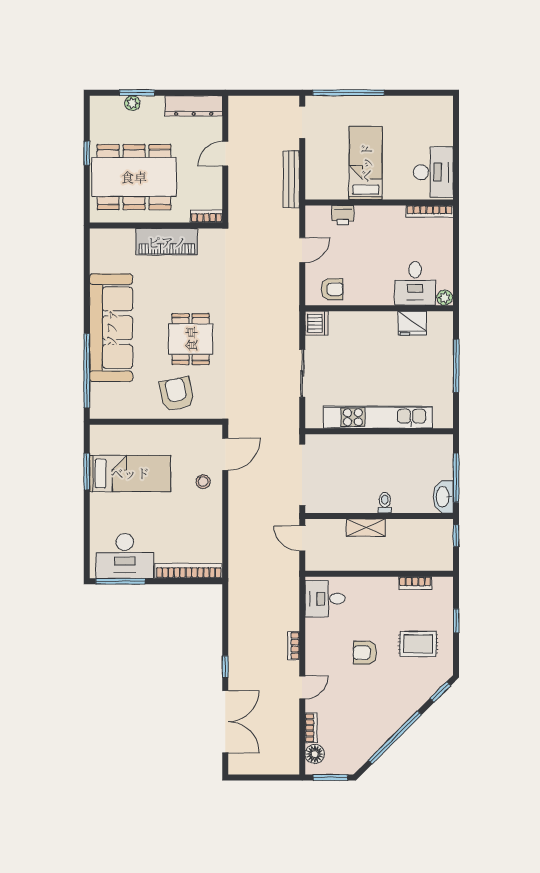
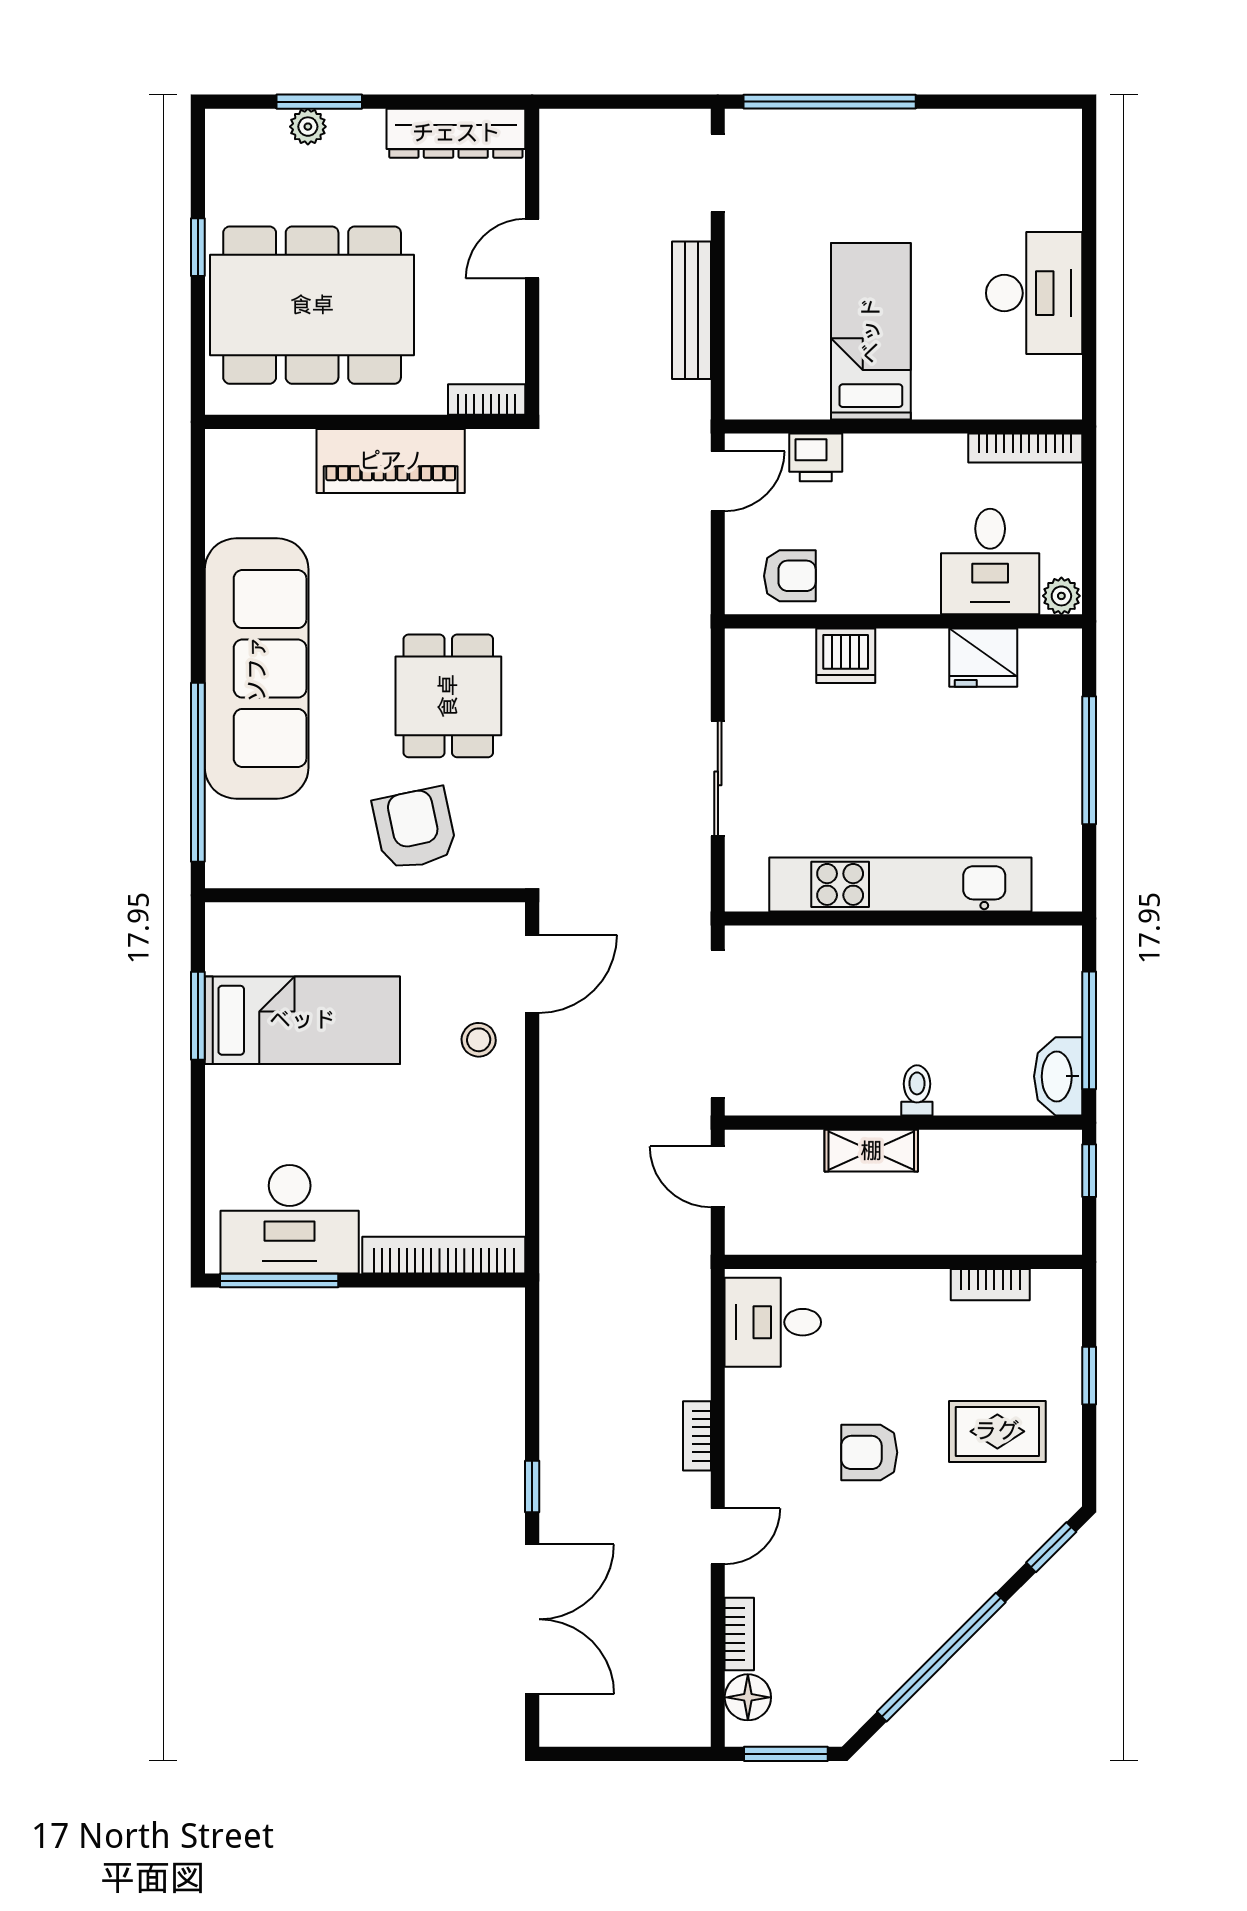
bed: (366, 163) -> (871, 331), moved
wall: (379, 202) -> (903, 426), moved
bookcase: (430, 211) -> (1025, 448), moved
printer: (343, 215) -> (816, 457), moved
dishwasher: (316, 323) -> (846, 656), moved, turned 90

